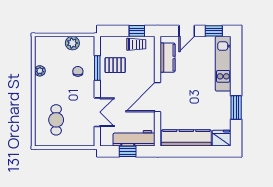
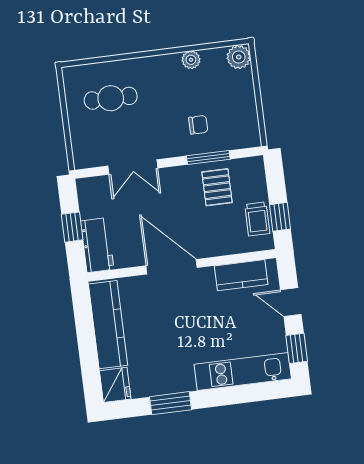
plant: (72, 43) -> (239, 57), moved
workbench: (134, 138) -> (97, 245), width x0.73

